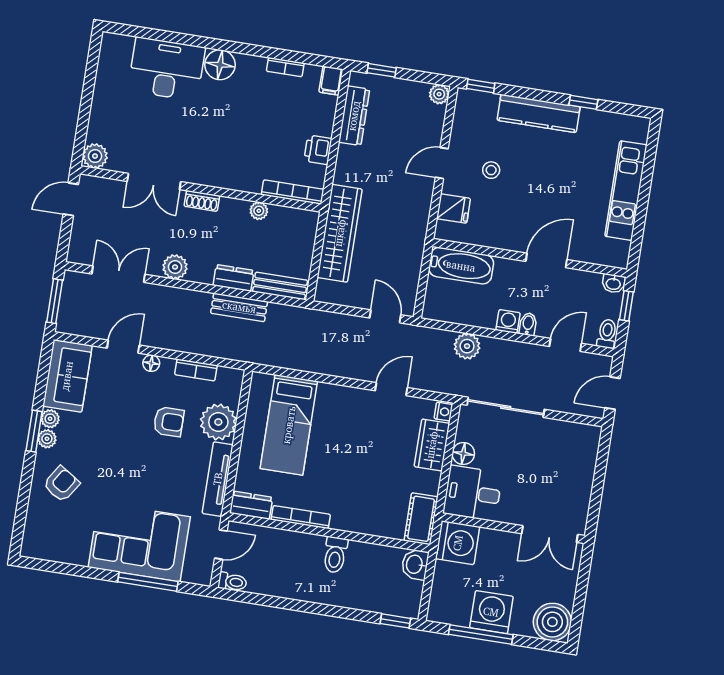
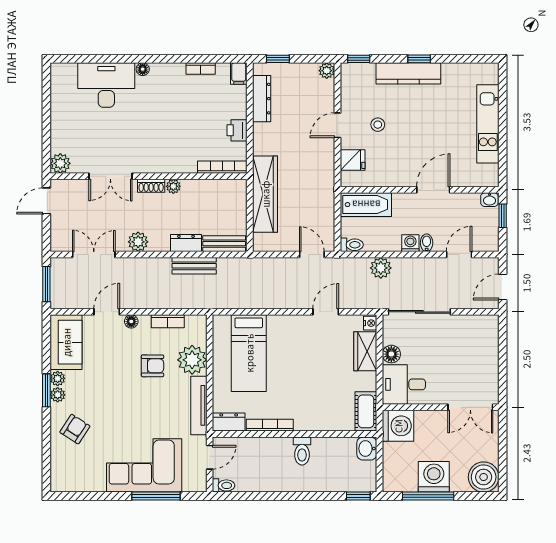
floor lamp: (220, 65) -> (143, 69), width x0.53, depth x0.53
window: (583, 102) -> (419, 59), moved
plant: (259, 211) -> (173, 186), moved
toilet: (607, 334) -> (352, 245), moved, turned 90

